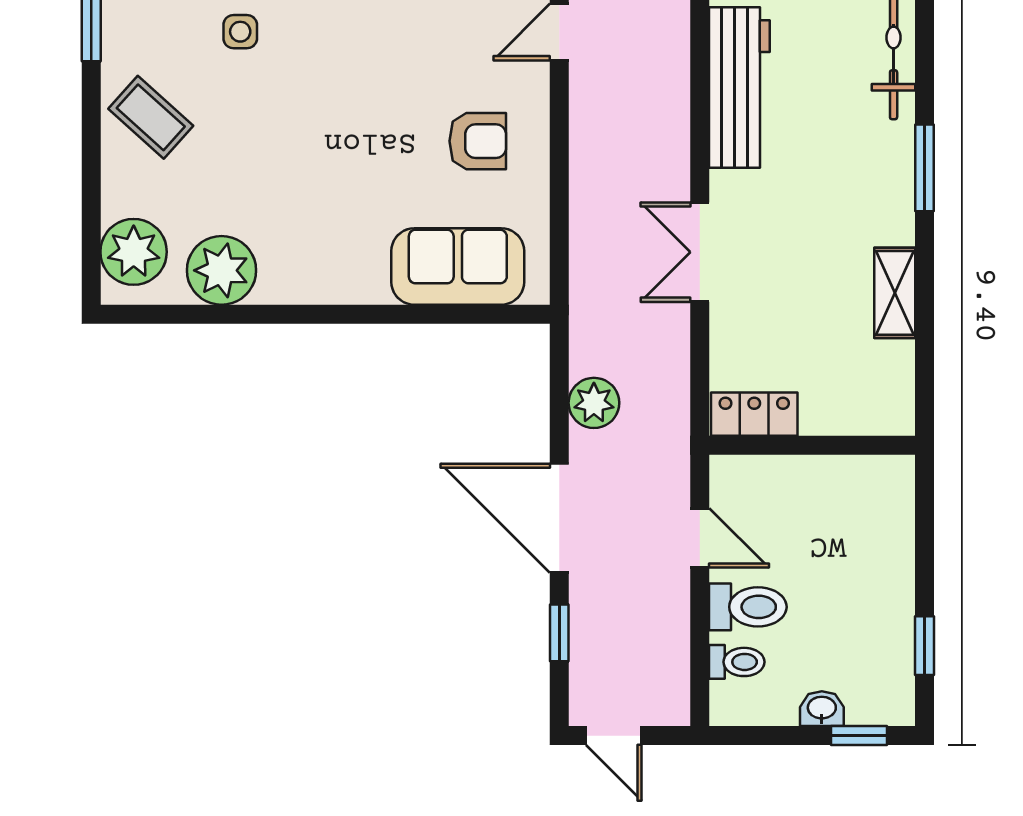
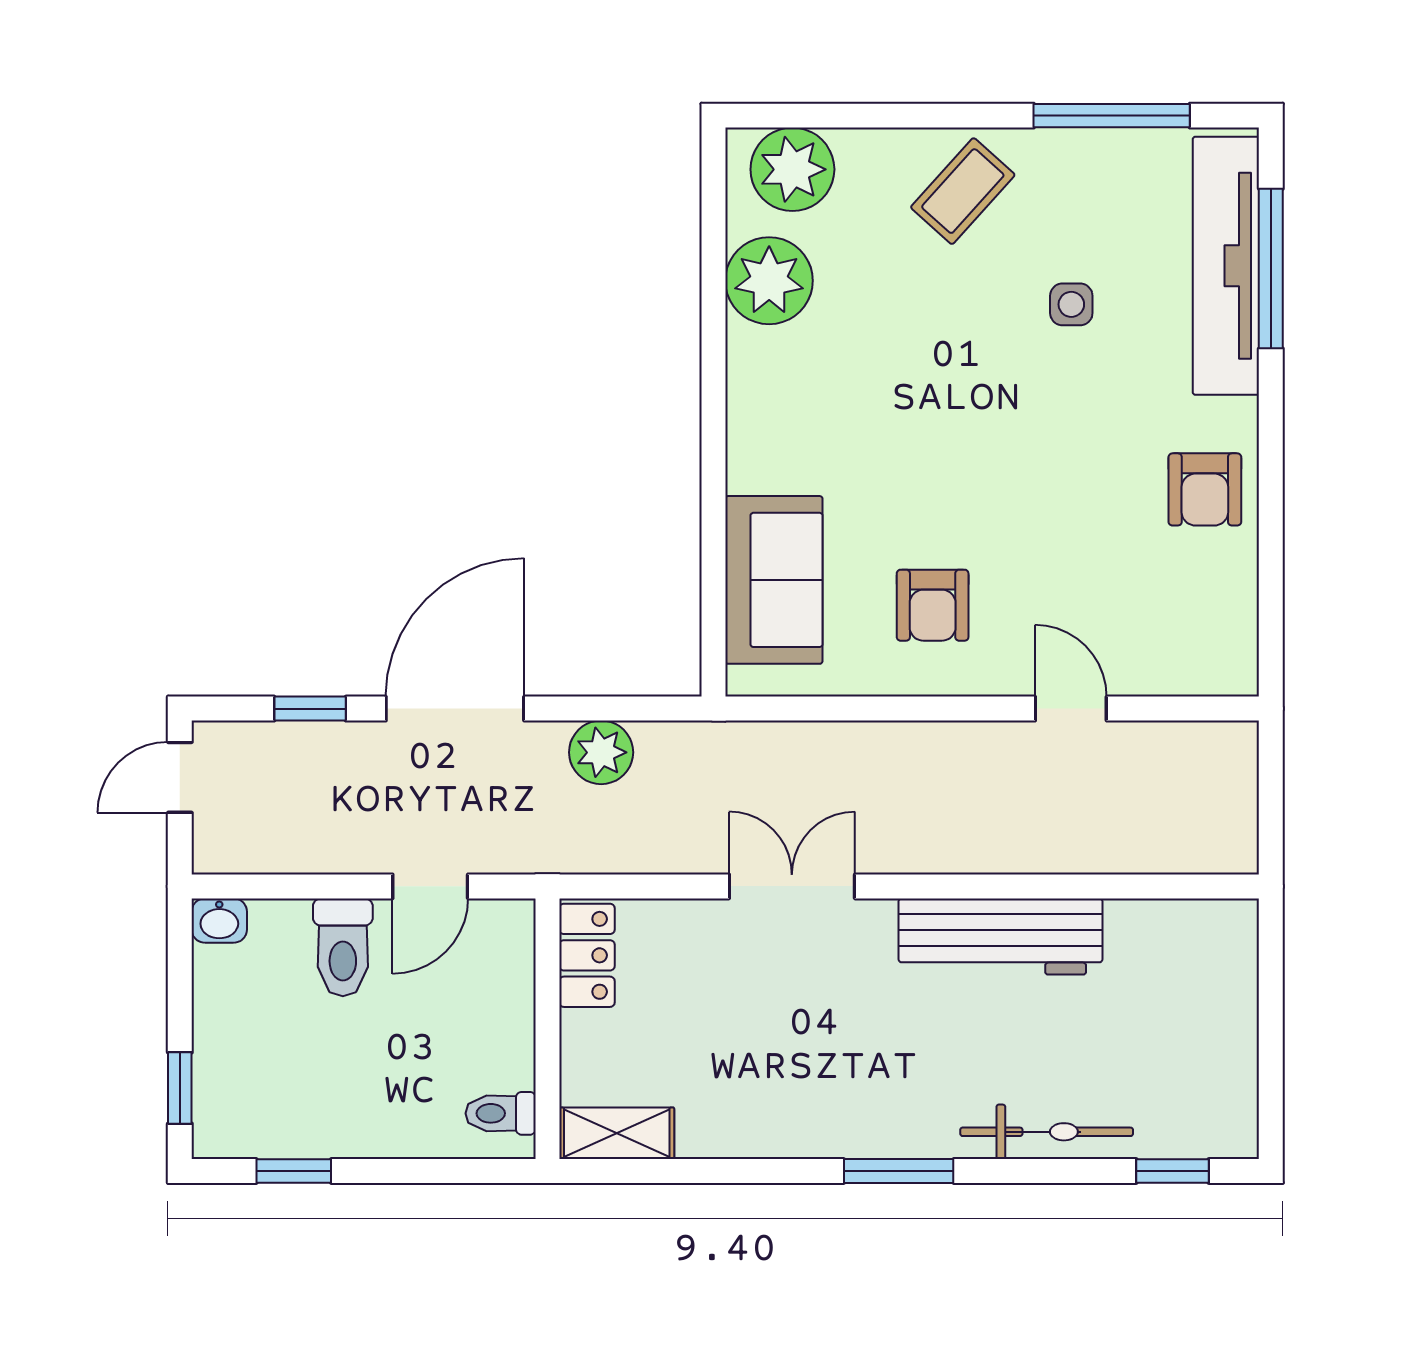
shelving: (895, 293) -> (617, 1133), moved
toilet: (737, 662) -> (501, 1113), moved, turned 90
washbasin: (822, 709) -> (219, 921), moved, turned 90

